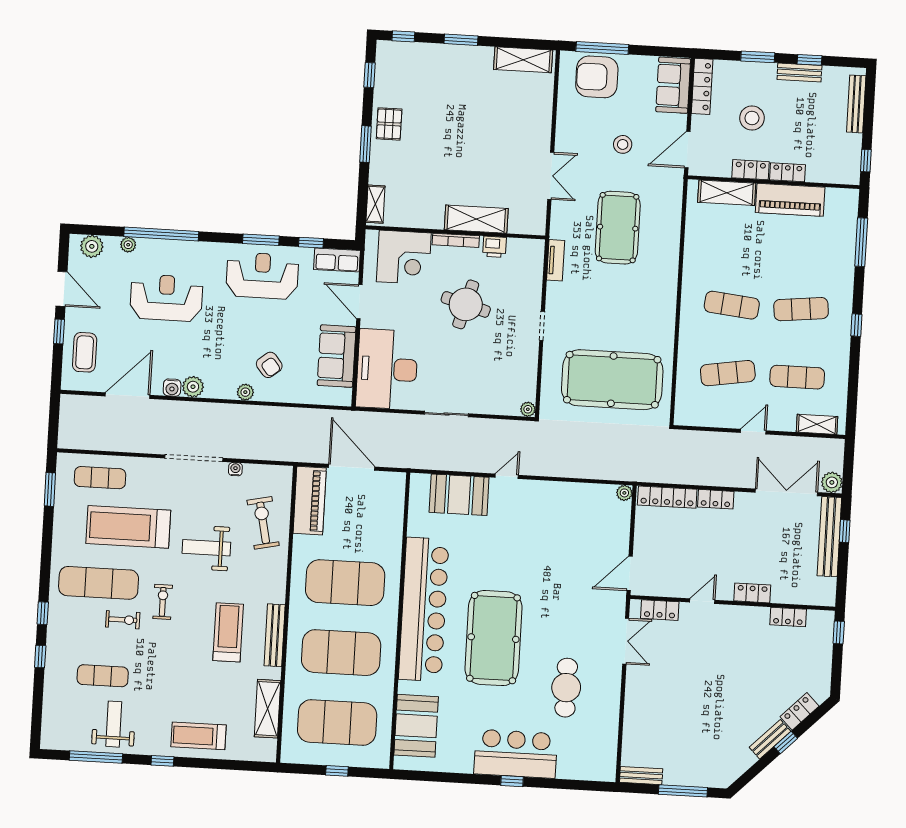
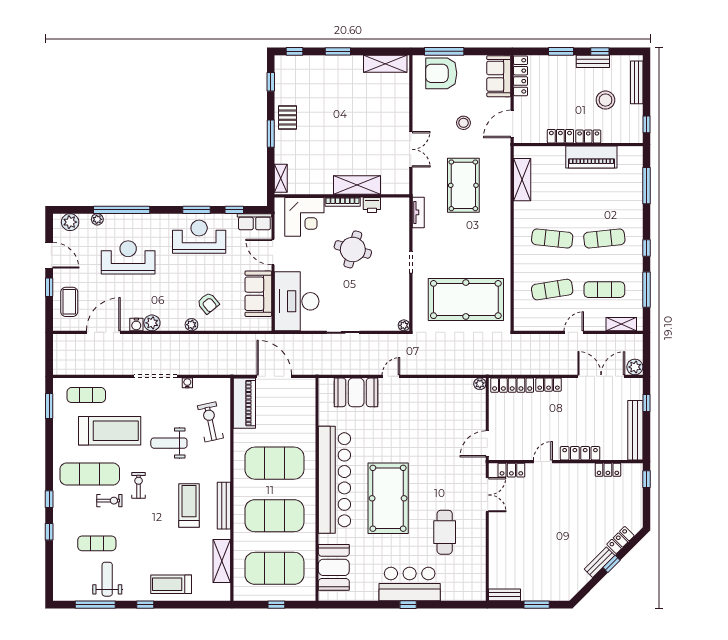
stool: (752, 118) -> (605, 100), moved
shelving: (727, 193) -> (522, 180), moved, turned 90
window: (853, 380) -> (646, 290), added
treadmill: (128, 527) -> (110, 431), turned 180
bench: (829, 537) -> (635, 430), moved
locker: (752, 593) -> (580, 453), width x1.53
window: (683, 791) -> (537, 605), width x0.69

